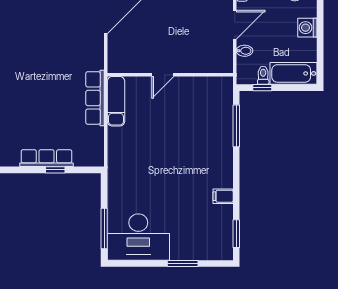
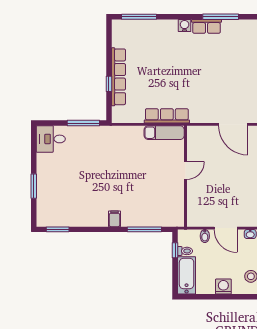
door: (163, 75) -> (185, 170), swing flipped
row of seats: (46, 158) -> (118, 77), width x1.36
filing cabinet: (223, 196) -> (114, 219), moved
window: (104, 228) -> (83, 123), moved
desk: (138, 237) -> (51, 139), width x0.53, depth x0.77

